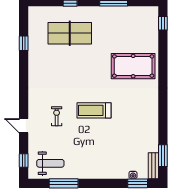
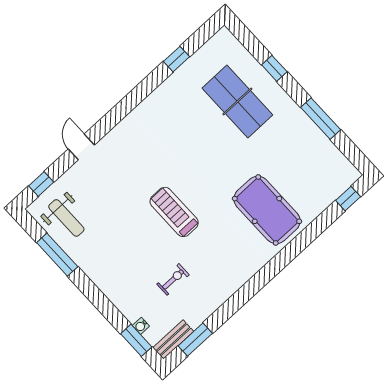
exercise bike: (57, 116) -> (173, 279), moved

